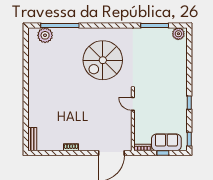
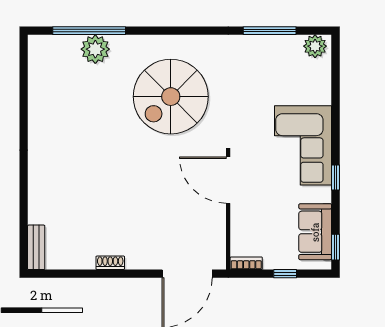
plant: (45, 35) -> (95, 49), moved
corner sofa: (172, 86) -> (303, 145), added
door: (133, 104) -> (228, 180), width x1.88
sofa: (166, 142) -> (315, 232), moved, turned -90

